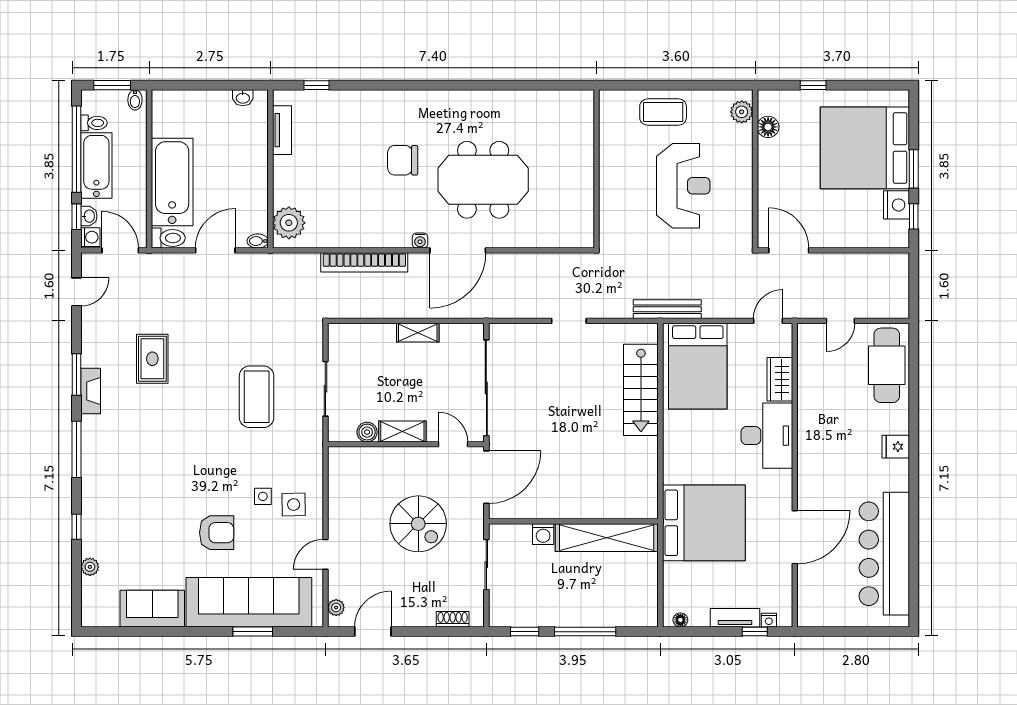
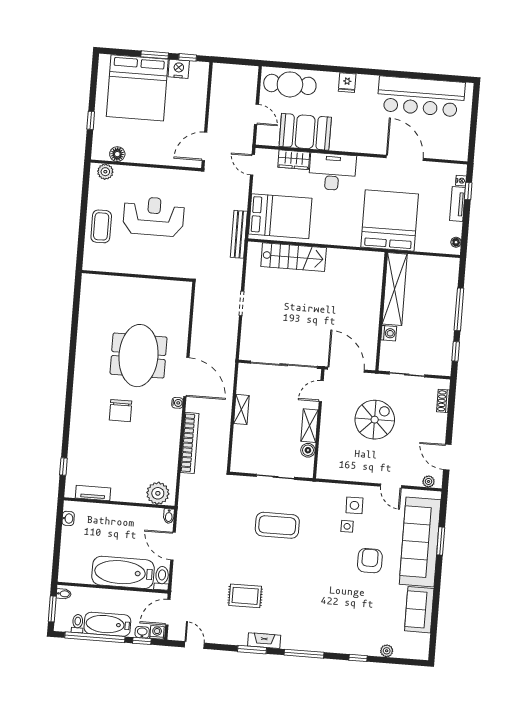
booth: (821, 392) -> (305, 132), added

